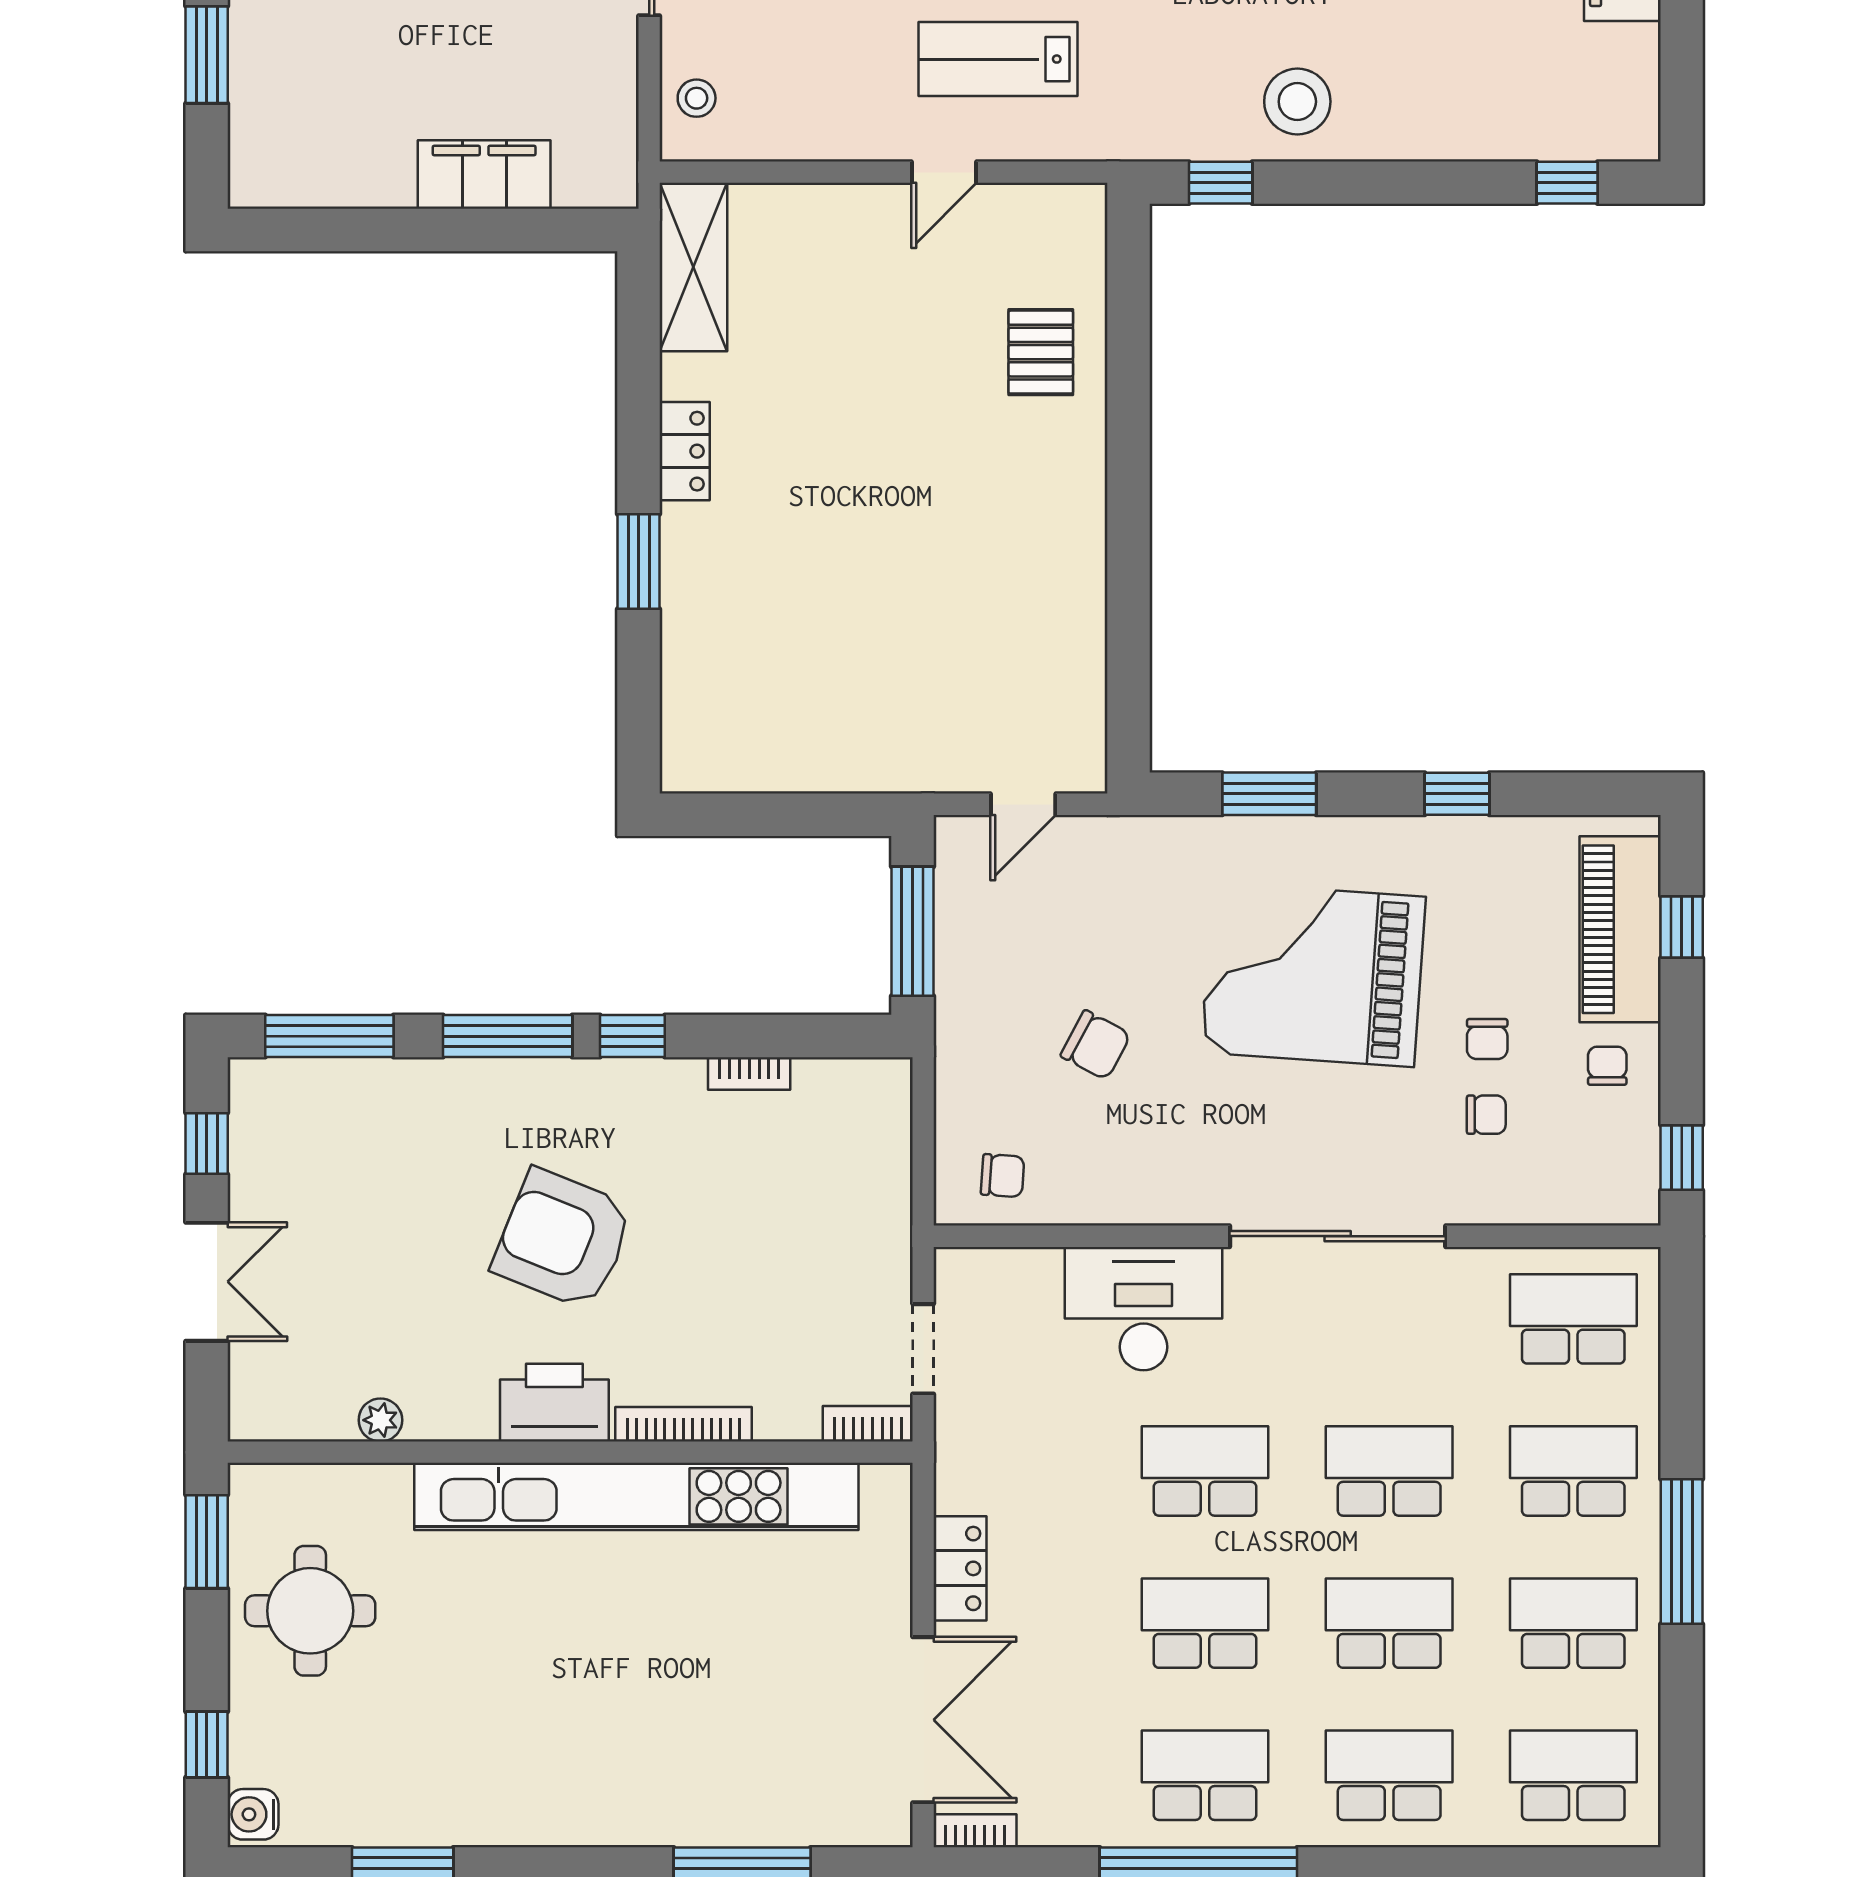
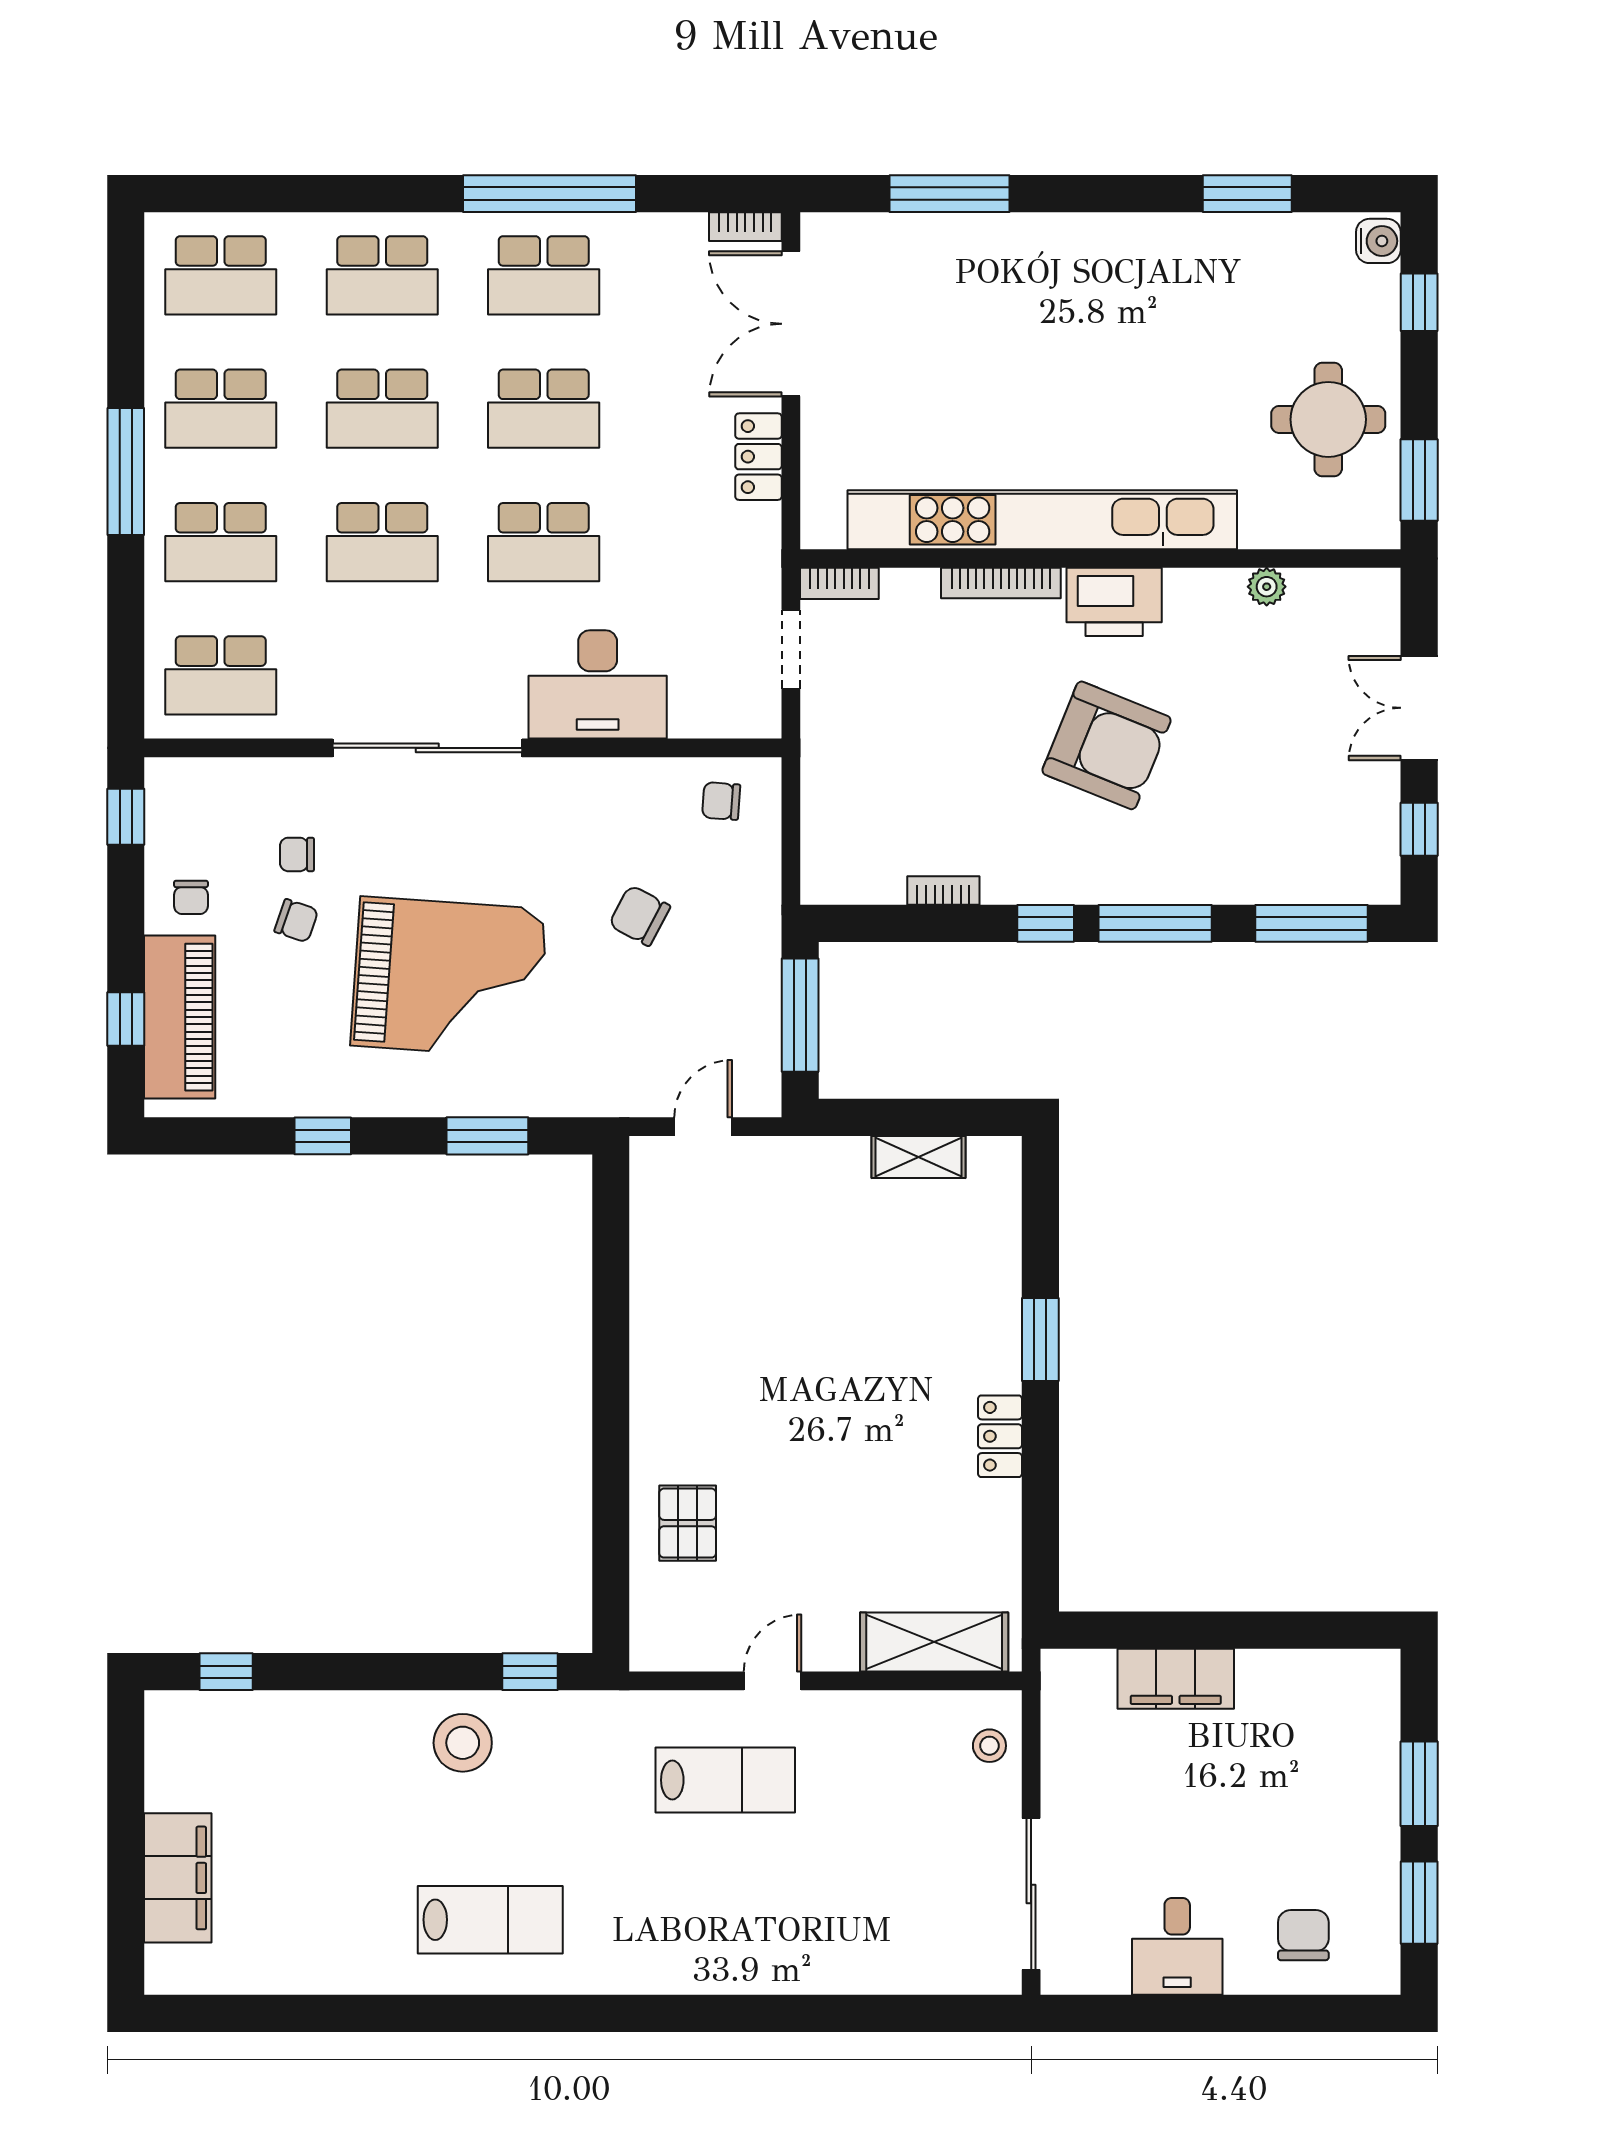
shelving: (693, 267) -> (934, 1642), moved, turned 90
shelving: (777, 770) -> (918, 1157), added
chair: (1487, 1039) -> (296, 921), turned 109

